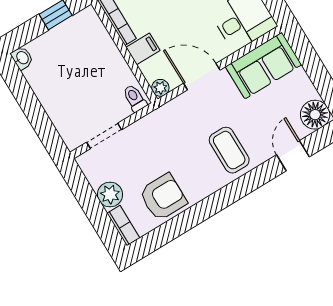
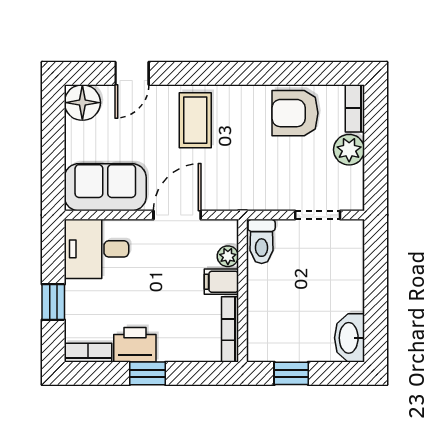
washbasin: (22, 58) -> (350, 338), width x1.91, depth x1.45
door: (202, 77) -> (177, 215), swing flipped
plant: (160, 88) -> (228, 256), moved
toilet: (135, 98) -> (262, 241), width x1.37, depth x1.39

